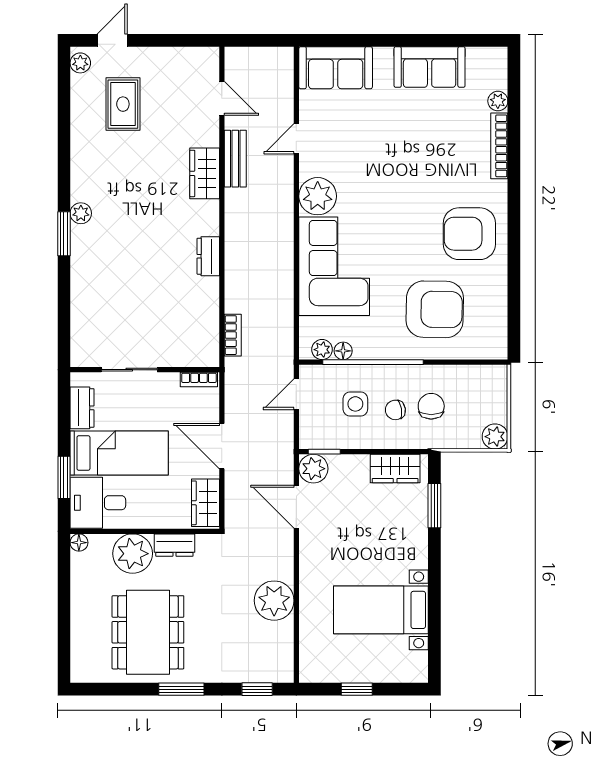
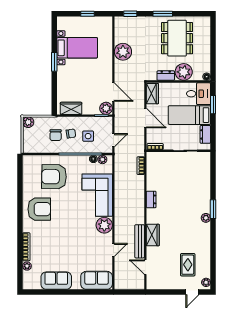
bench: (235, 159) -> (140, 241), width x1.36
window: (434, 506) -> (54, 62), moved

